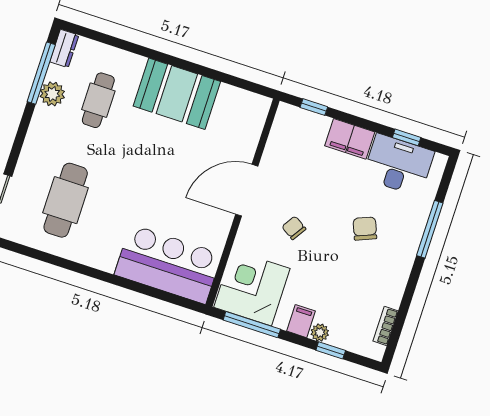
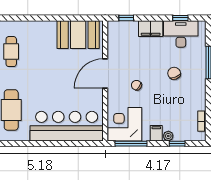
booth: (177, 94) -> (78, 35), moved
bar counter: (168, 264) -> (67, 126), width x1.36

